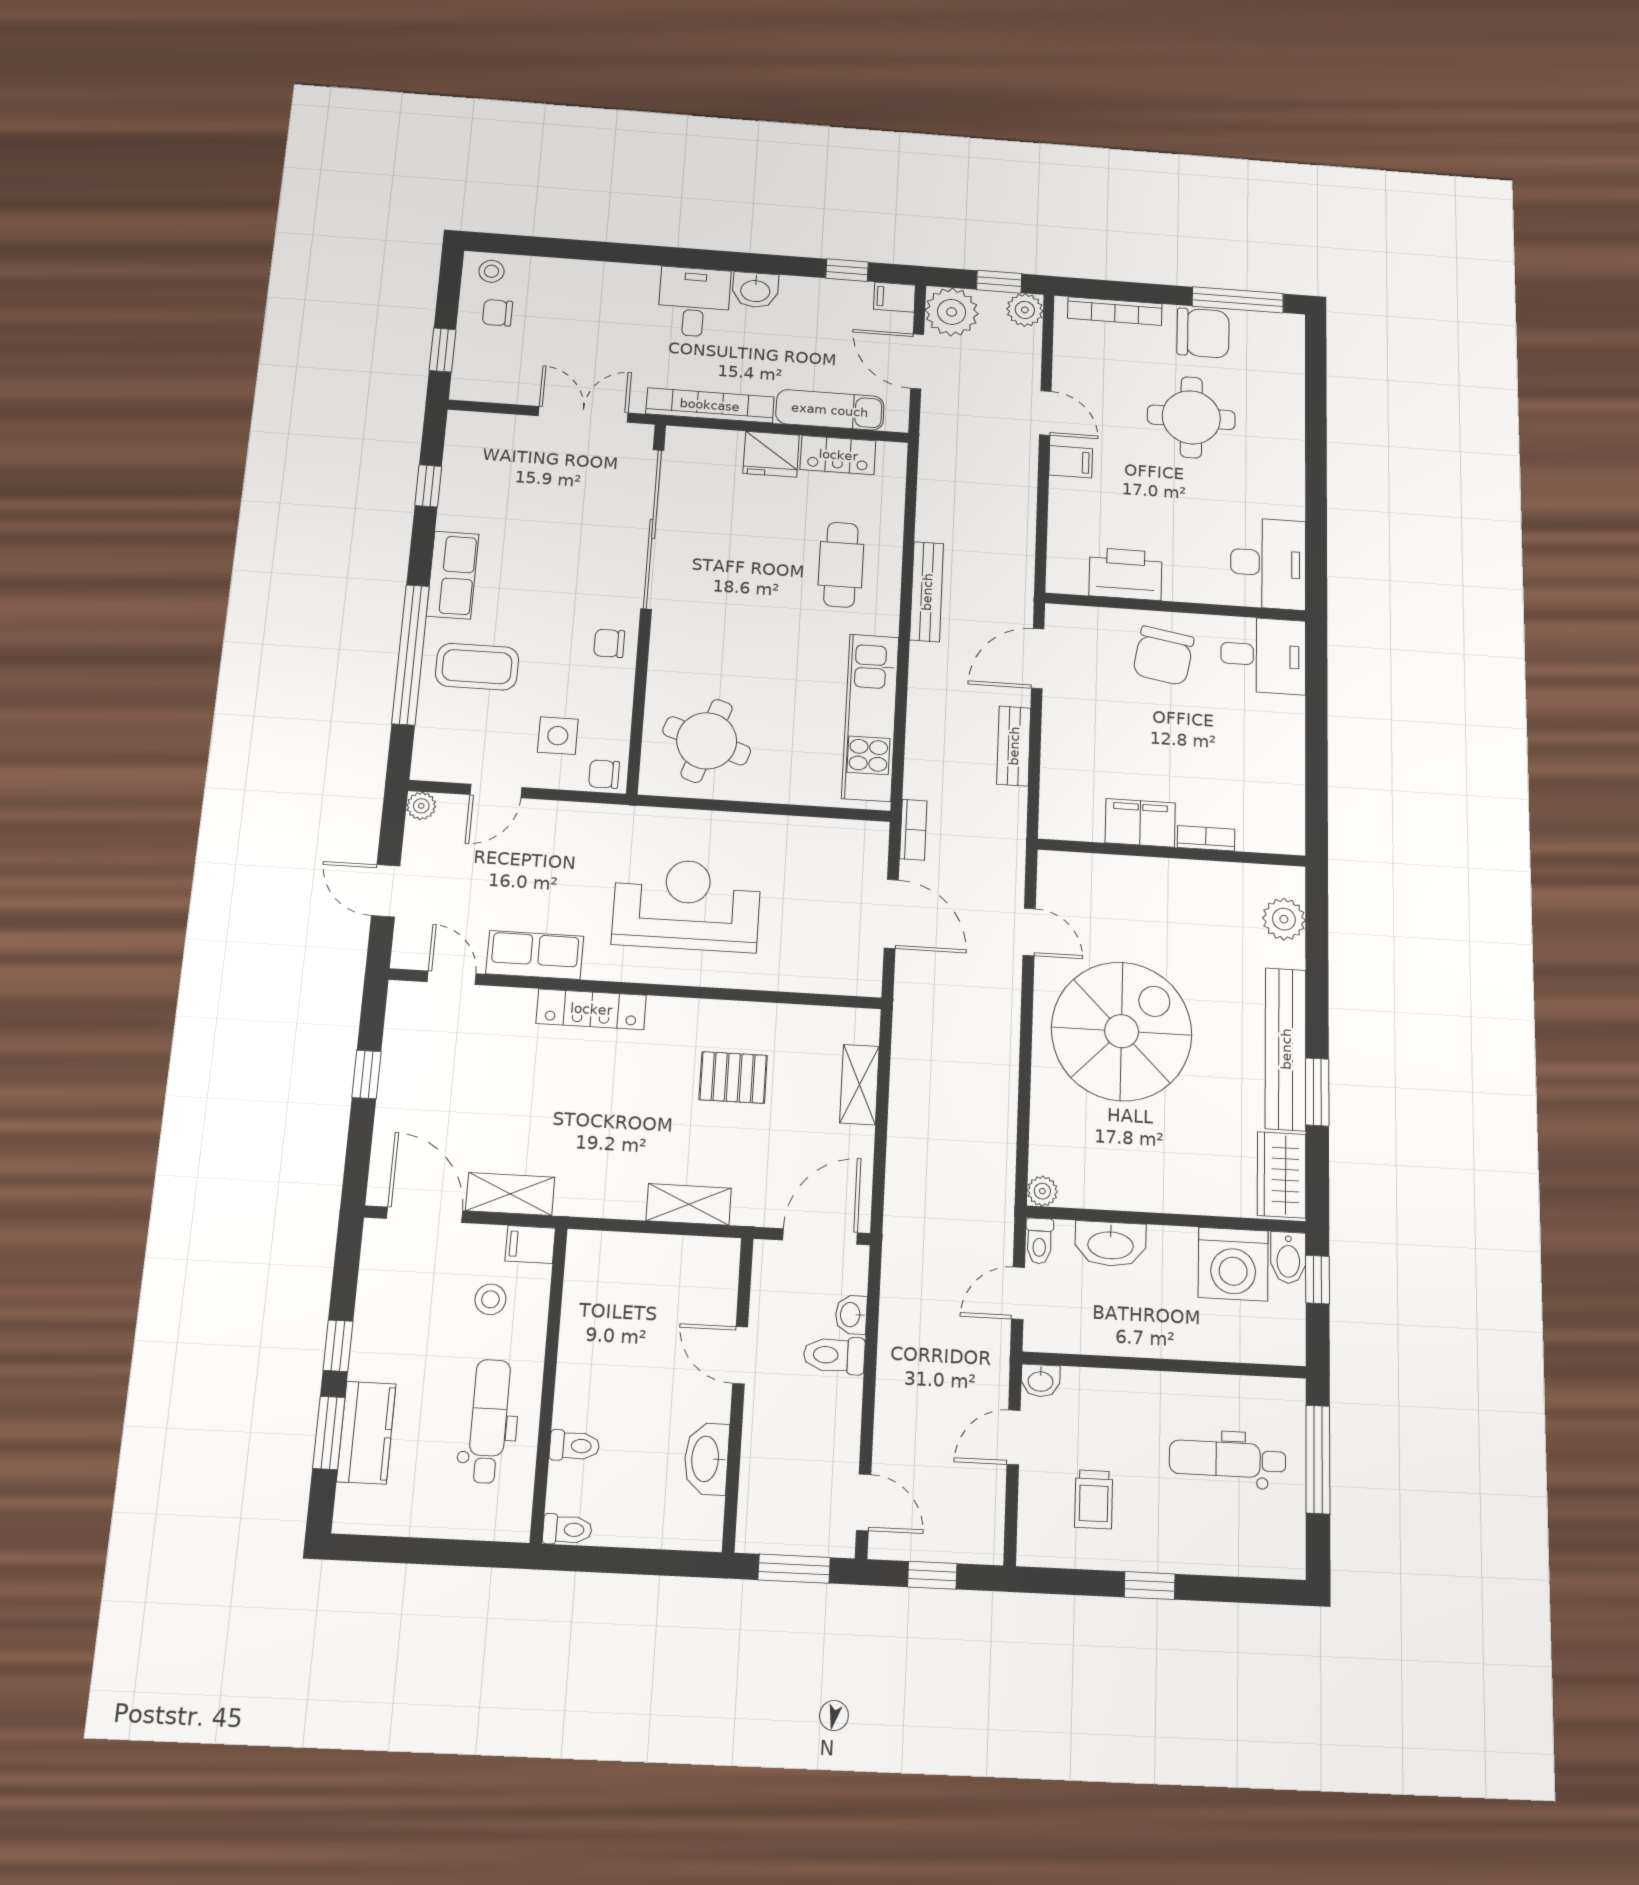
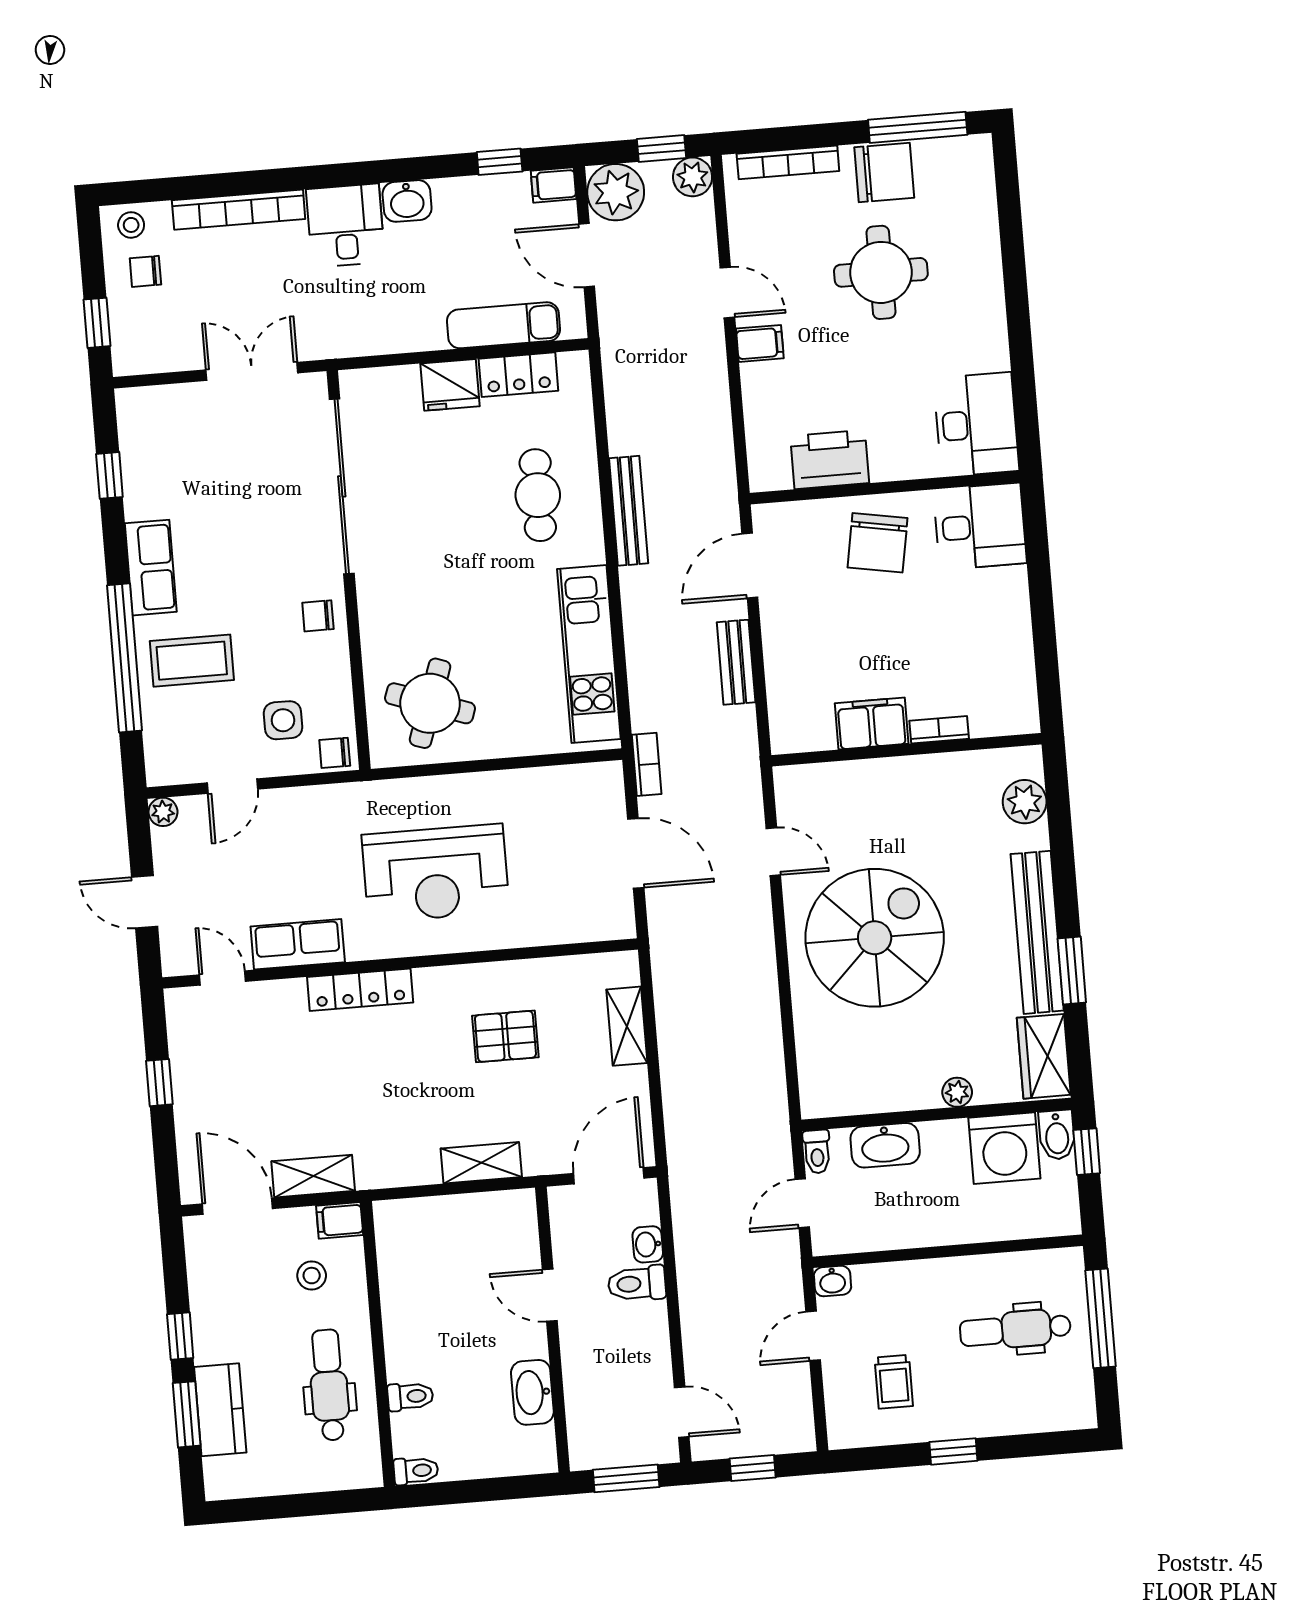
bookcase: (710, 405) -> (239, 210), moved, turned 180
reception desk: (687, 905) -> (436, 873), turned 180
plant: (1042, 1191) -> (957, 1092), moved

